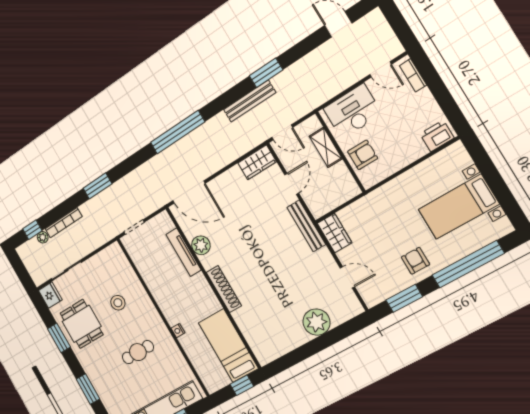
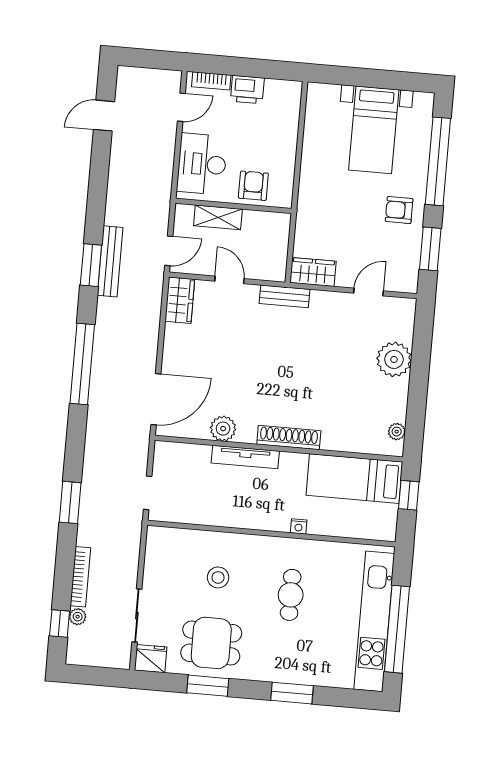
window: (266, 73) -> (91, 265), moved
printer: (437, 136) -> (247, 90), moved, turned -90
bench: (306, 226) -> (284, 296), width x0.73
tv unit: (184, 252) -> (245, 457), moved
plant: (274, 353) -> (397, 432), added

